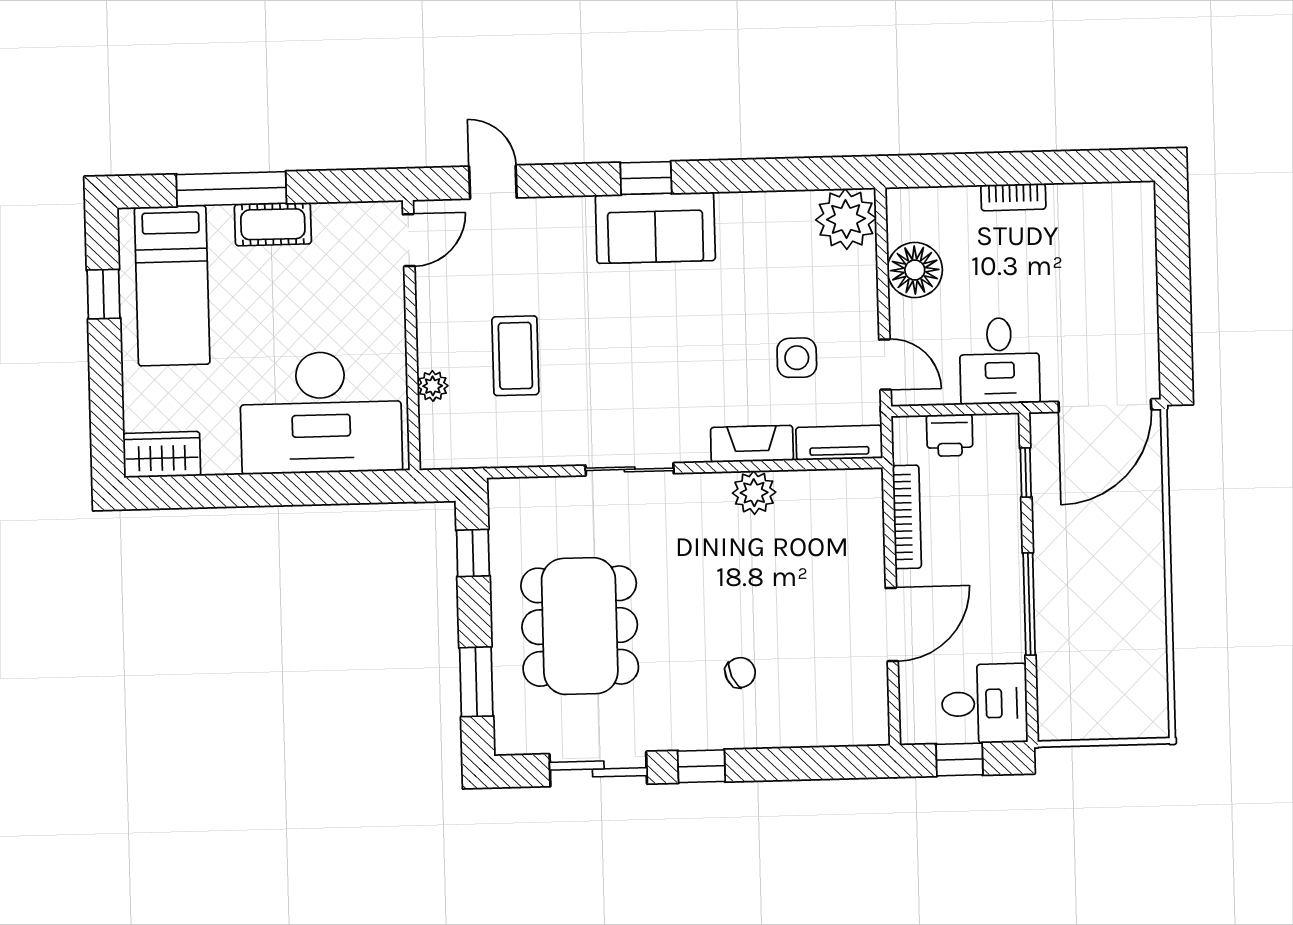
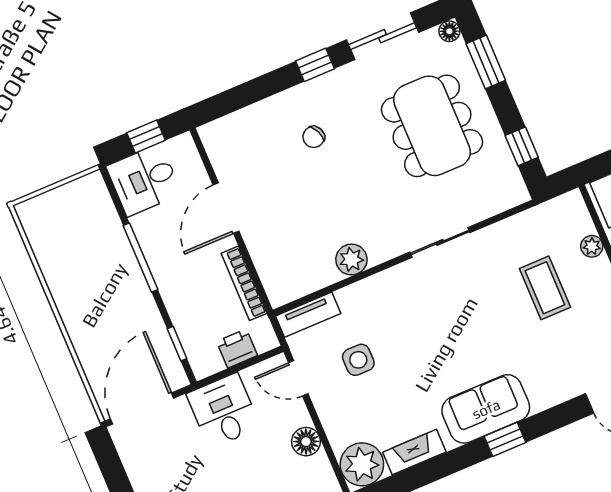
floor lamp: (915, 270) -> (306, 442), width x0.73, depth x0.73
fireplace: (752, 444) -> (414, 452), moved, turned 180
floor lamp: (508, 741) -> (449, 31), added

